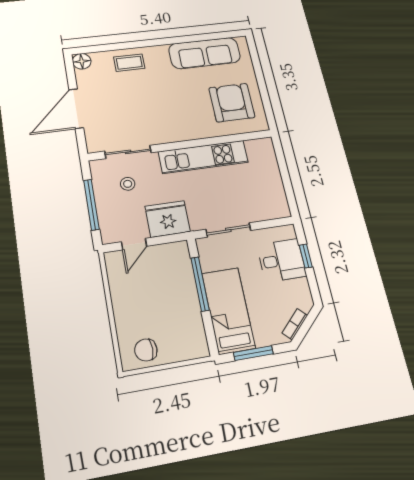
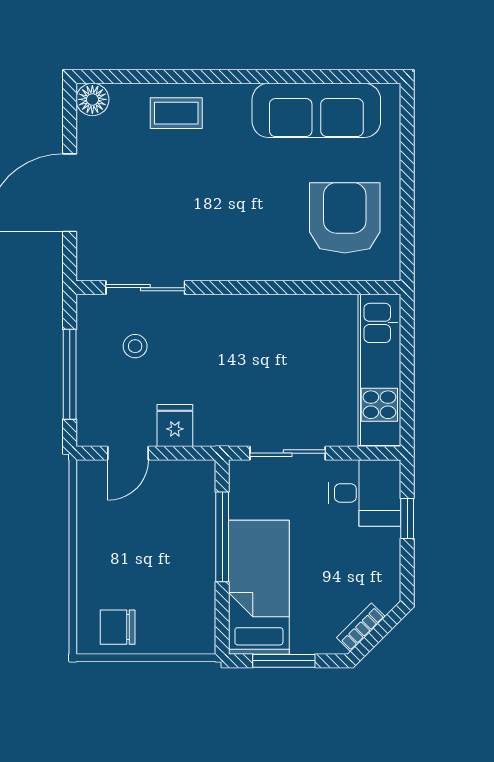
kitchen unit: (203, 157) -> (379, 370), moved, turned 90
fridge: (168, 219) -> (175, 426), width x0.53, depth x0.75
desk: (282, 260) -> (365, 493), moved

